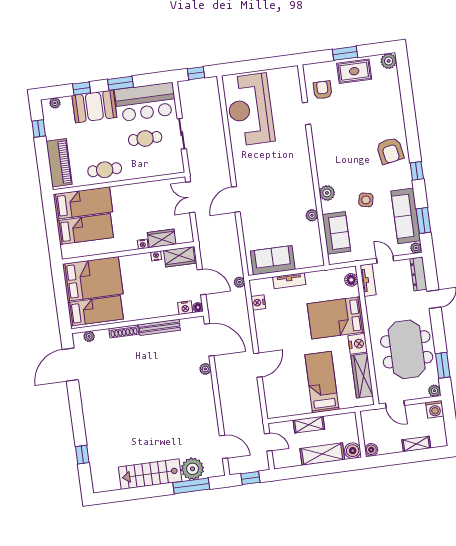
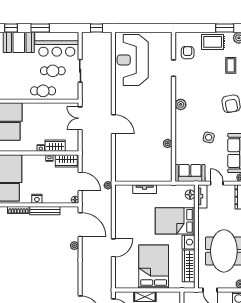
window: (345, 53) -> (225, 28), moved
coffee table: (383, 99) -> (231, 65), added
cafe table: (105, 170) -> (43, 91), moved
plant: (327, 193) -> (181, 104), moved
door: (236, 199) -> (113, 124), swing flipped
sofa: (336, 233) -> (190, 173), moved, turned -90
sofa: (273, 260) -> (134, 173), removed
nightstand: (258, 303) -> (120, 202), removed
nightstand: (185, 308) -> (37, 199), moved
bed: (322, 382) -> (154, 267), width x1.50

